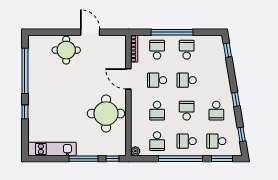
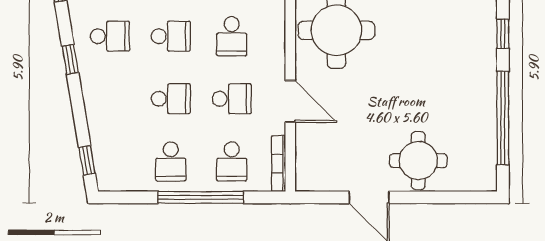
school desk: (157, 111) -> (232, 36), turned 180
school desk: (187, 111) -> (171, 36), turned -90
school desk: (216, 111) -> (110, 36), turned 90

